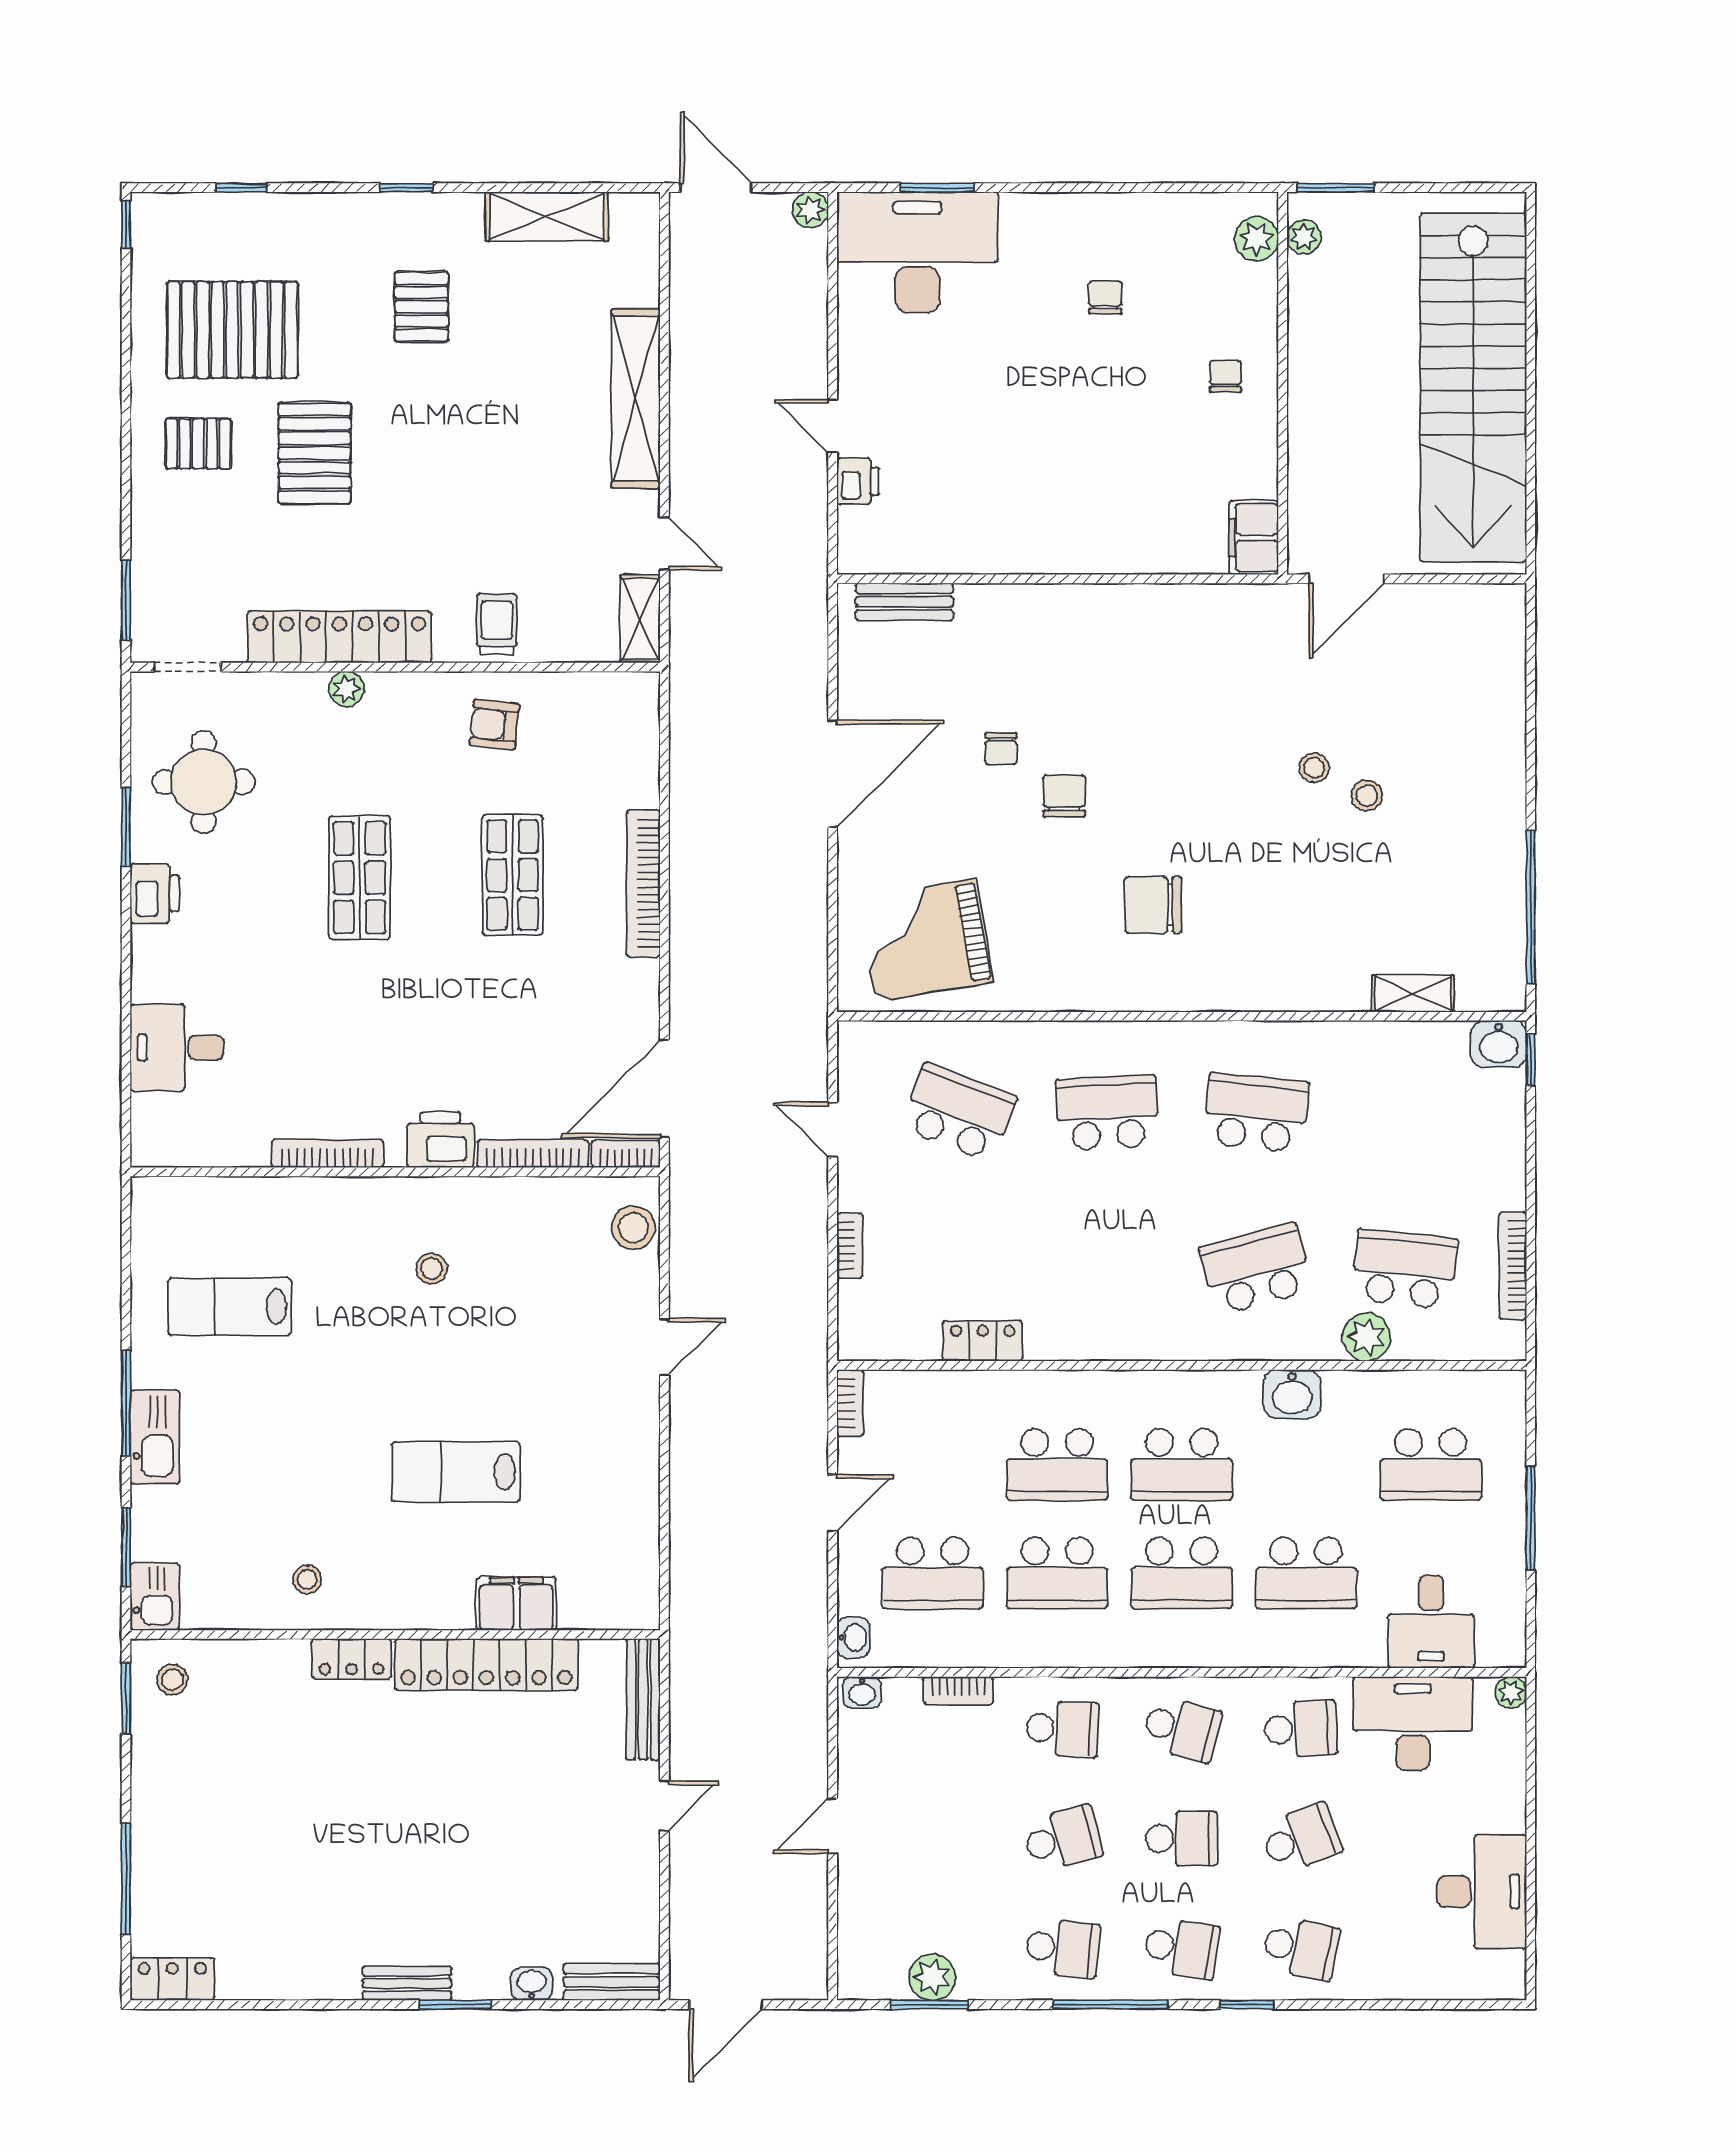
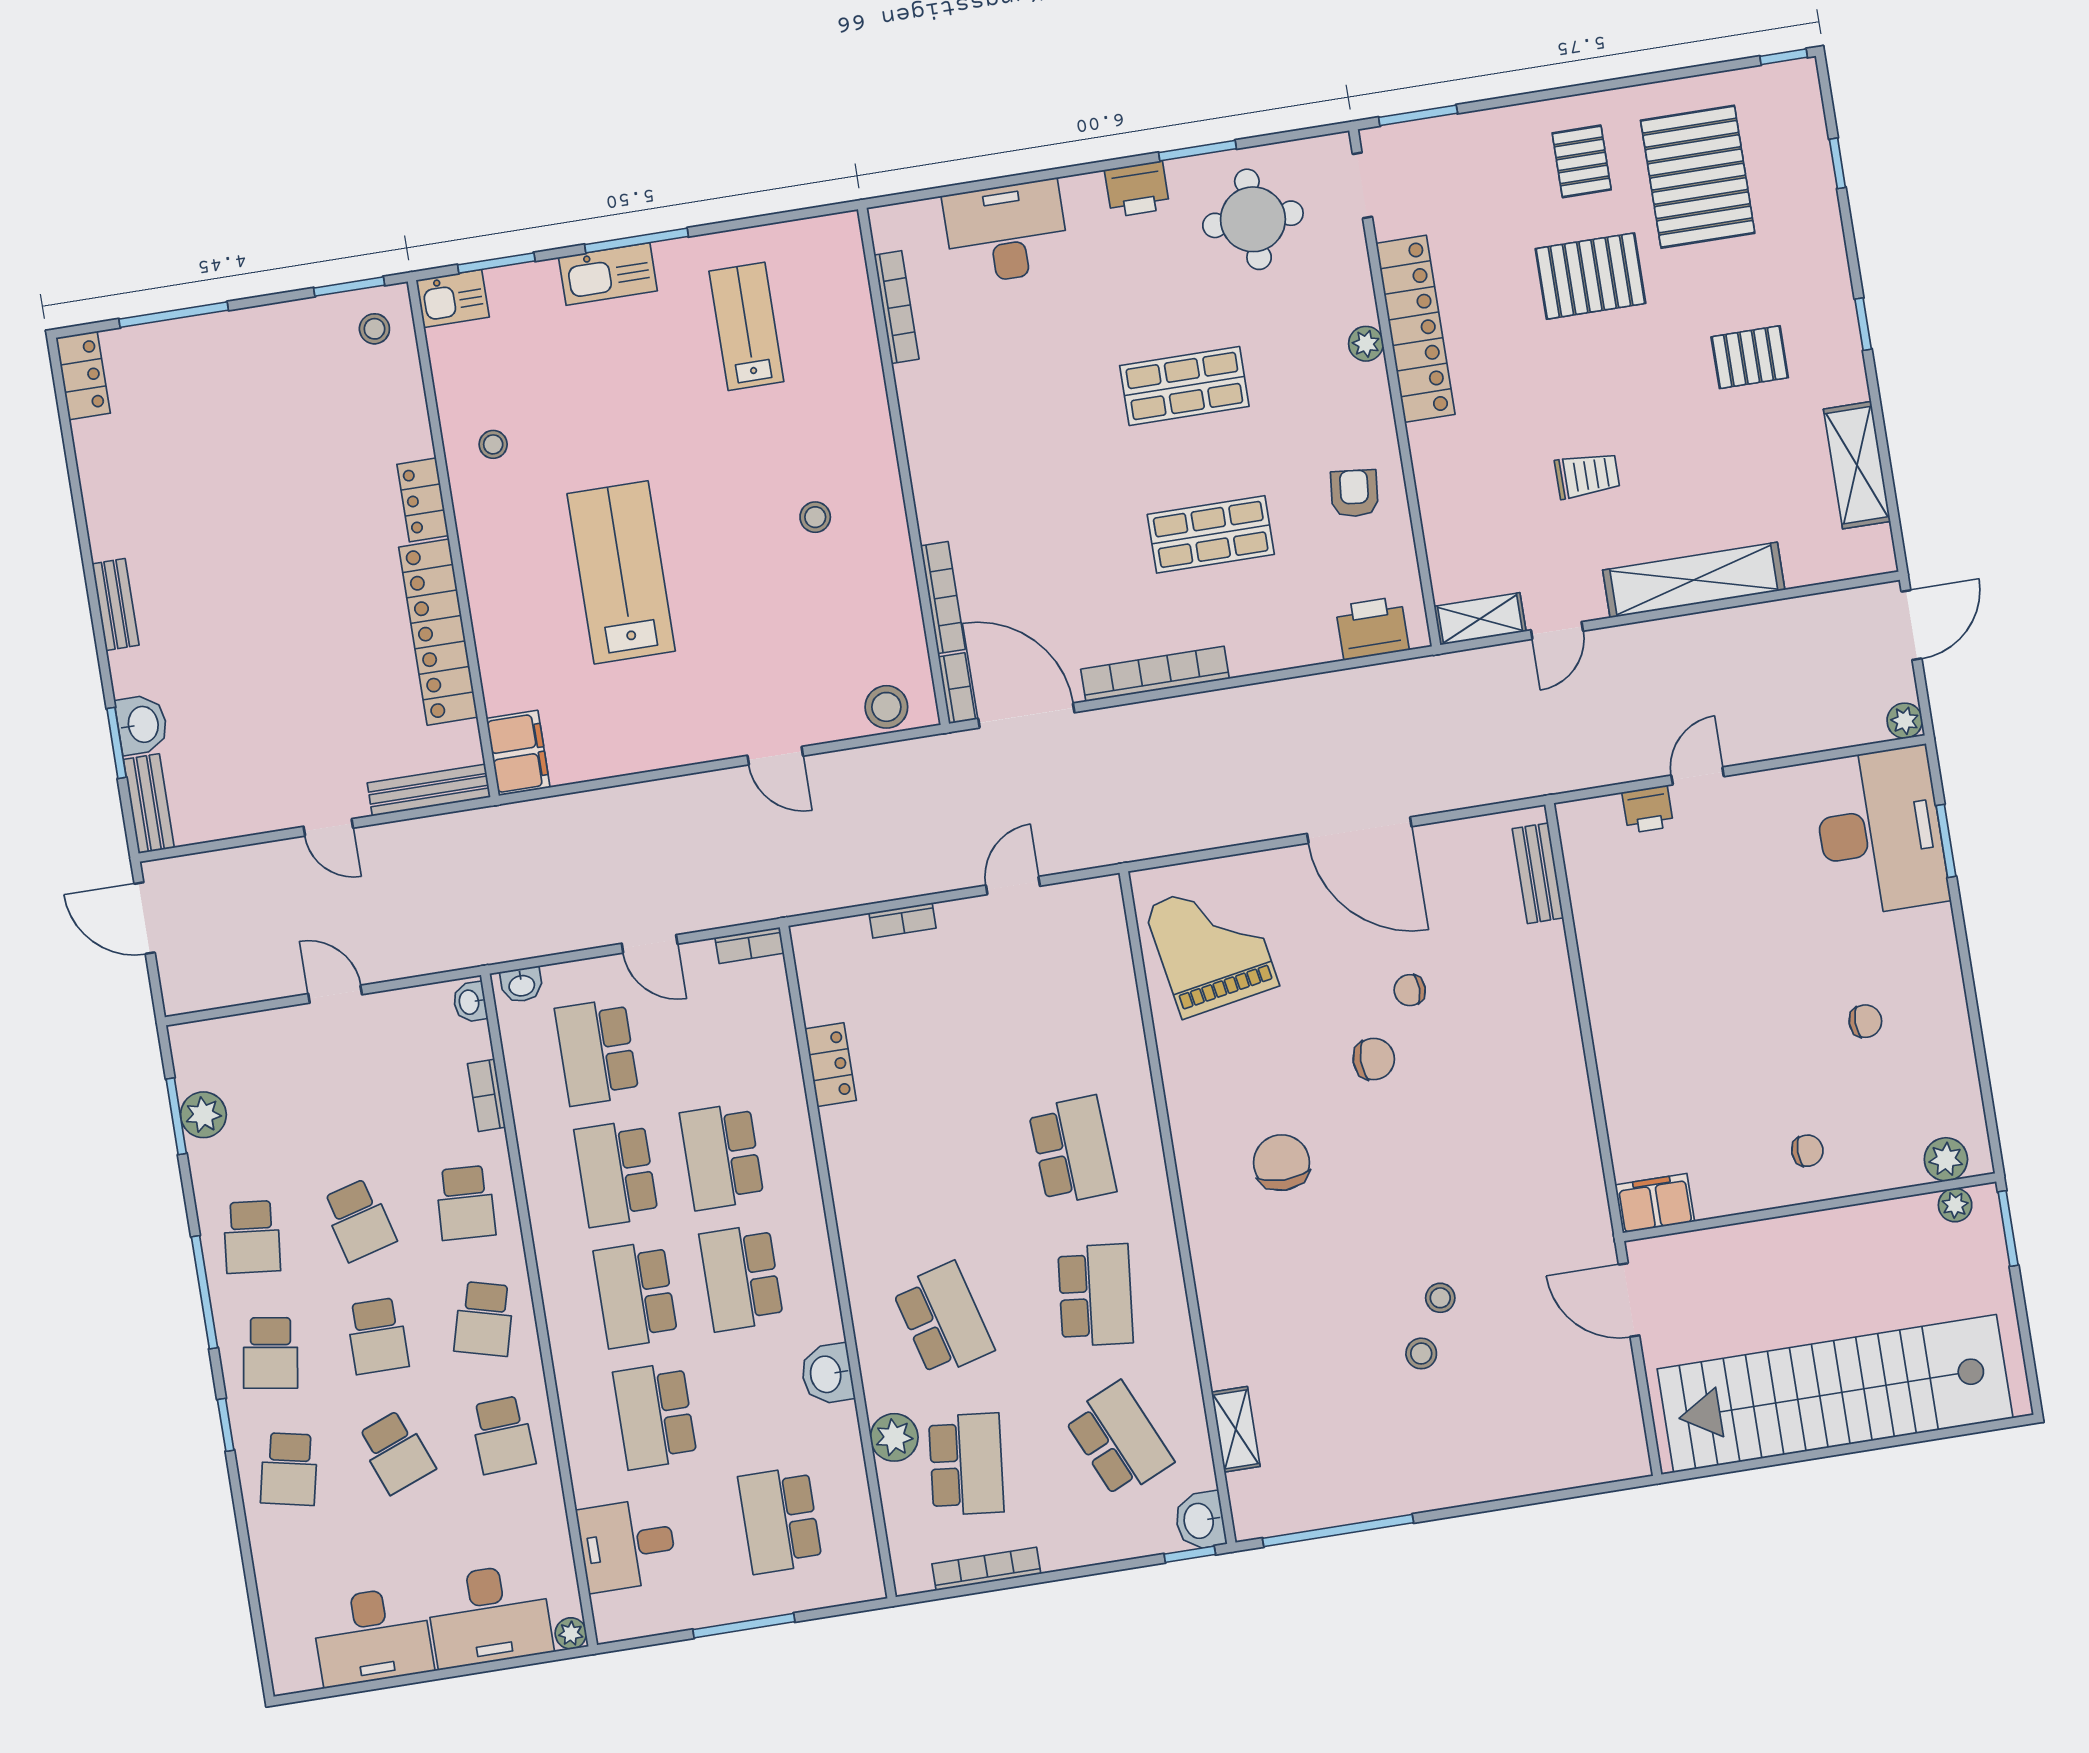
trolley: (497, 624) -> (1587, 475), moved
bookcase: (643, 884) -> (1155, 674), moved
desk: (177, 1048) -> (1006, 232), width x1.37
school desk: (959, 1113) -> (1119, 1440), moved, turned -45
printer: (440, 1140) -> (1372, 628), moved, turned -90
bookcase: (327, 1153) -> (896, 307), moved
lab bench: (456, 1472) -> (621, 572), width x1.36, depth x1.39
filing cabinet: (516, 1604) -> (518, 753), moved
desk: (1413, 1724) -> (489, 1615), moved, turned 90
washbasin: (532, 1984) -> (142, 725), width x1.38, depth x1.45
window: (455, 2005) -> (116, 743), moved

